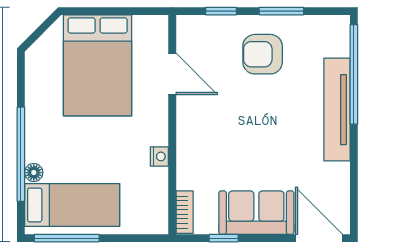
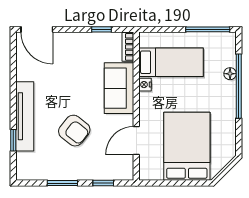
armchair: (263, 54) -> (74, 131), moved, turned 38
door: (172, 74) -> (136, 140), hinge flipped
window: (354, 74) -> (13, 140), width x0.32
bed: (72, 205) -> (171, 62), moved, turned 180
sofa: (256, 213) -> (119, 88), moved, turned 90

